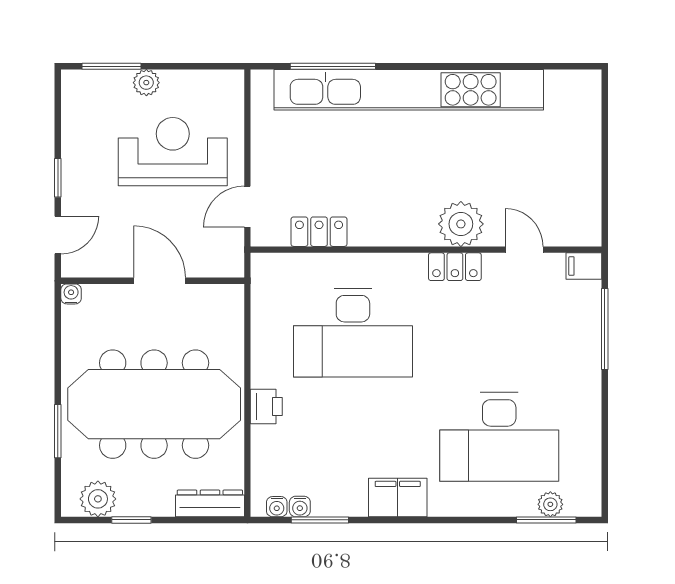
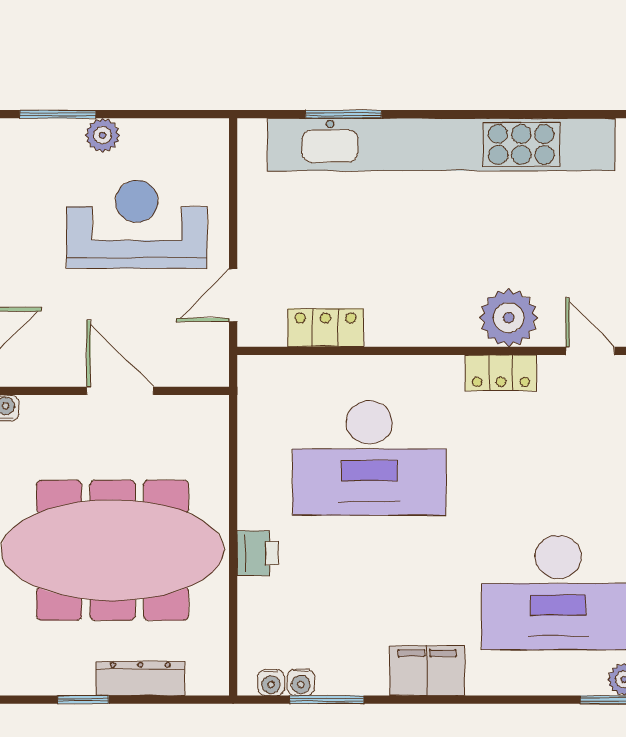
window: (333, 66) -> (343, 114), width x0.69
plant: (98, 499) -> (40, 672), removed
dresser: (210, 503) -> (140, 678), moved

